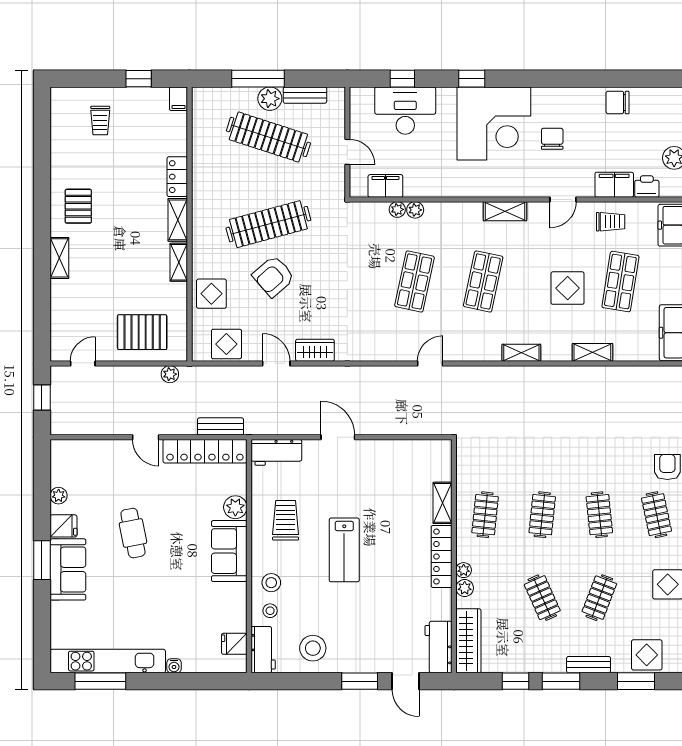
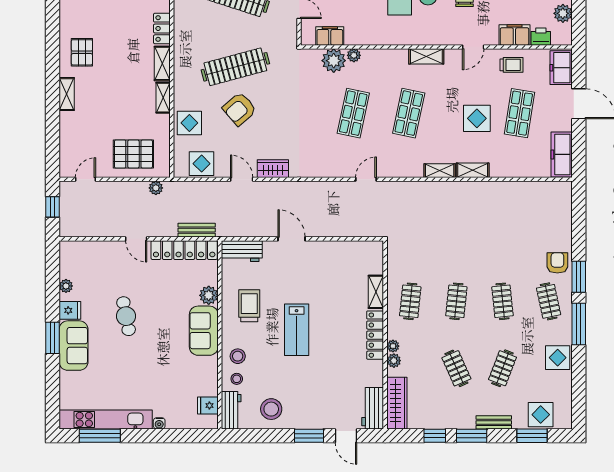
plant: (397, 209) -> (334, 61), width x1.88, depth x1.88
shelving: (592, 352) -> (473, 170), moved

